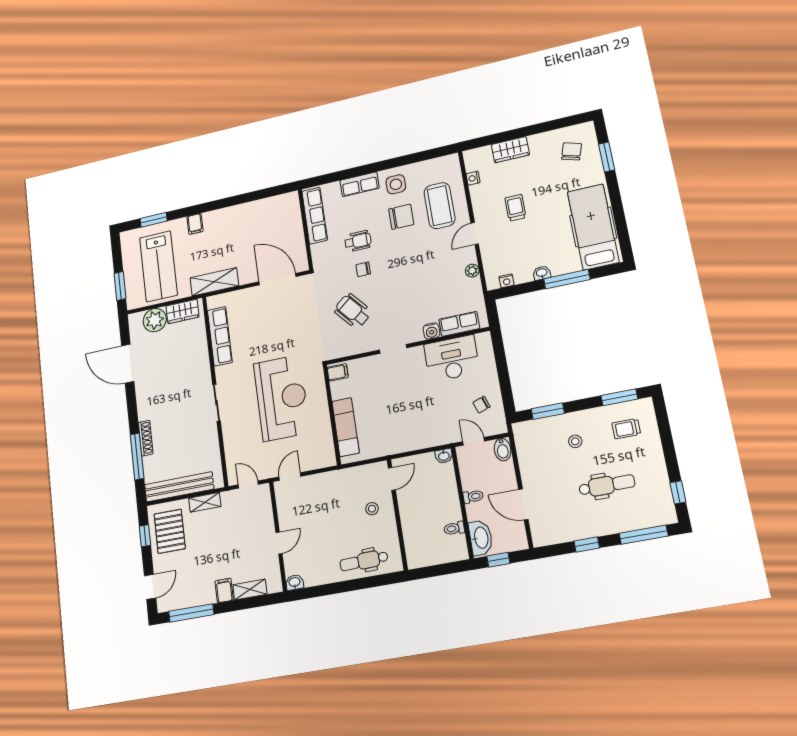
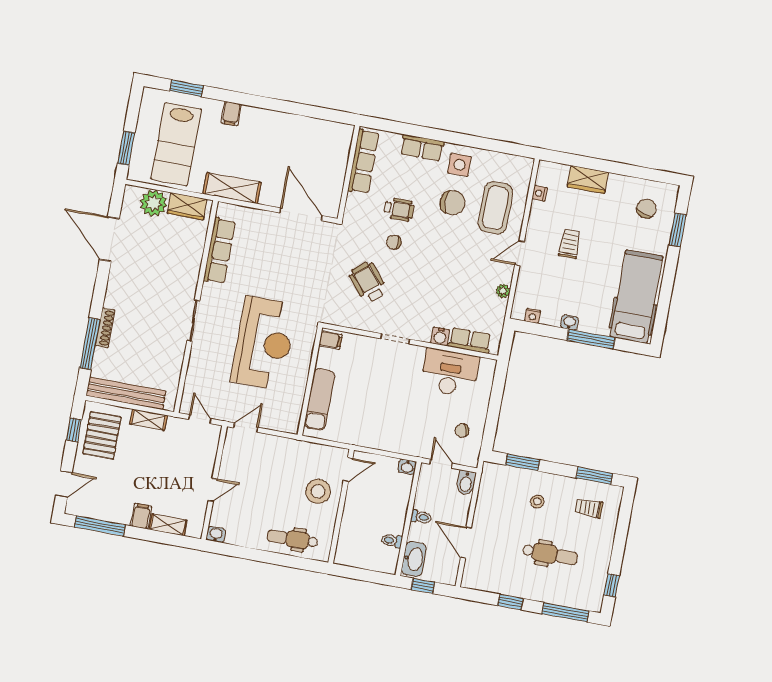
stool: (372, 509) -> (318, 491), width x1.89, depth x1.89

